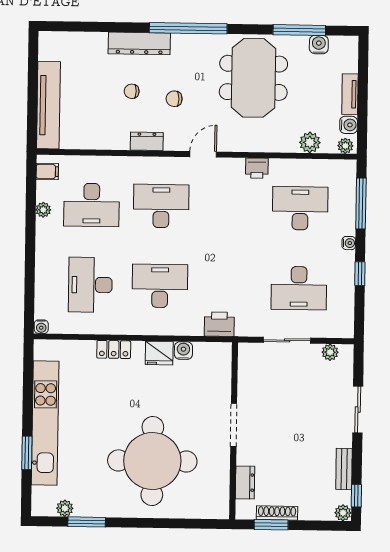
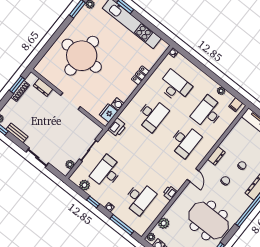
plant: (344, 306) -> (84, 185), added
fridge: (159, 353) -> (109, 113), moved

